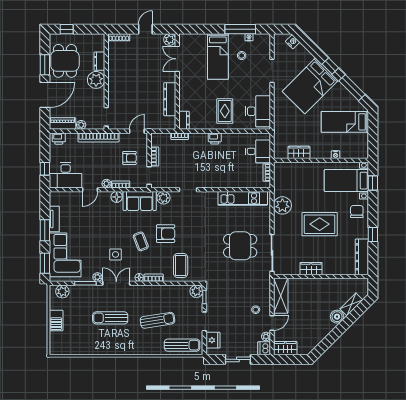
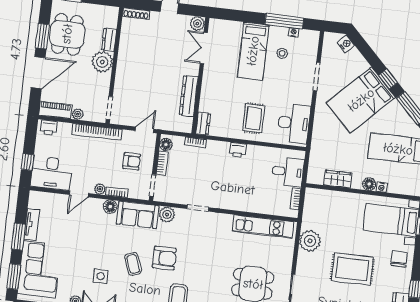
floor lamp: (156, 141) -> (166, 144), added
floor lamp: (325, 153) -> (369, 184), added

